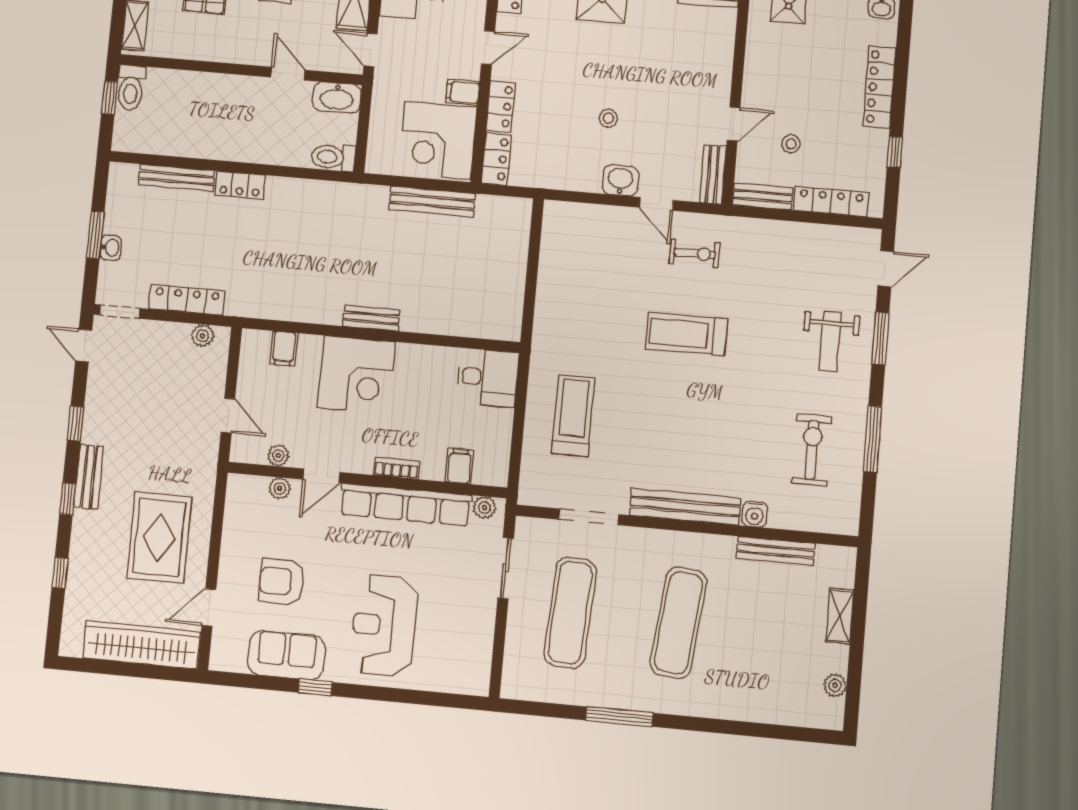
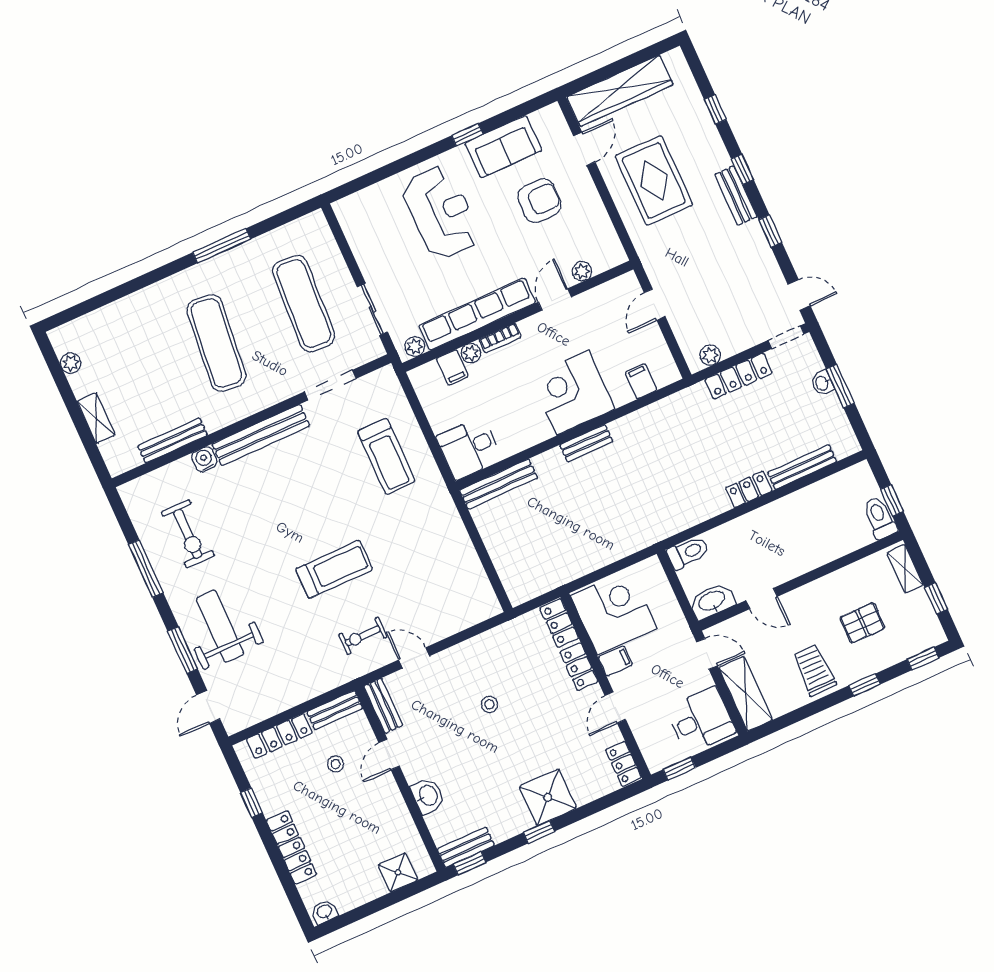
washbasin: (620, 180) -> (428, 796), moved, turned -90
bench: (432, 202) -> (499, 484), moved
weight bench: (830, 341) -> (220, 626), width x1.36, depth x1.33
door: (228, 415) -> (655, 305), hinge flipped
plant: (278, 455) -> (471, 353), moved

